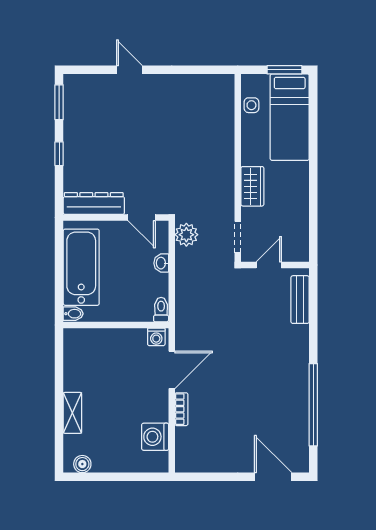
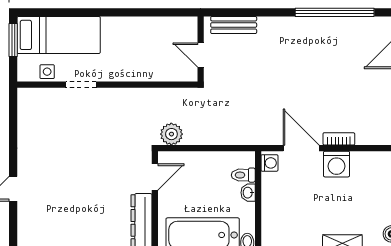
wardrobe: (252, 186) -> (125, 71), removed
doorway: (238, 237) -> (81, 85), moved
washbasin: (161, 263) -> (248, 193), moved, turned 90
toilet: (161, 310) -> (243, 175), moved
washing machine: (155, 437) -> (337, 164), moved

